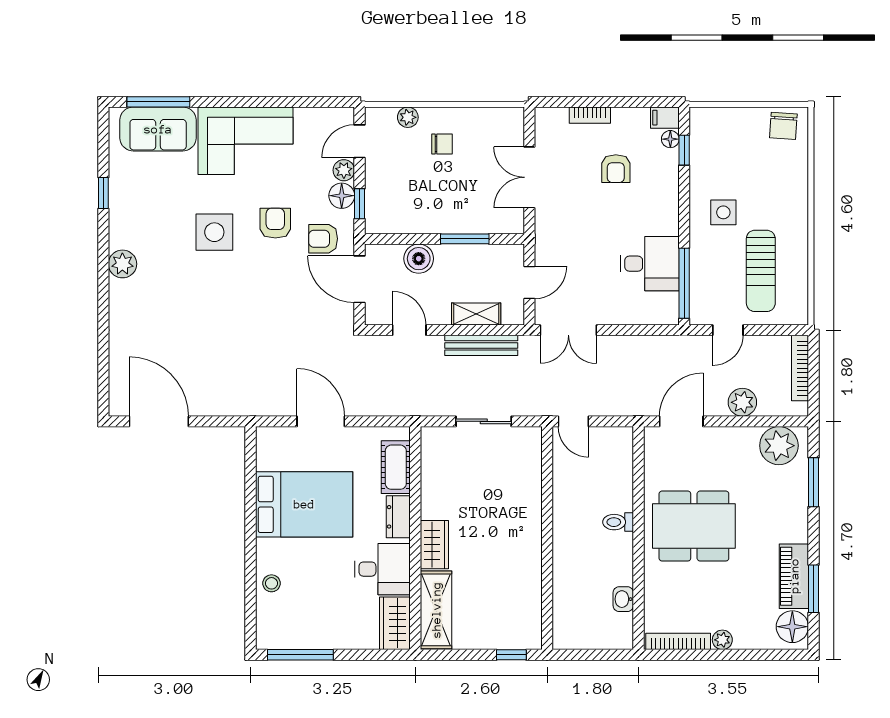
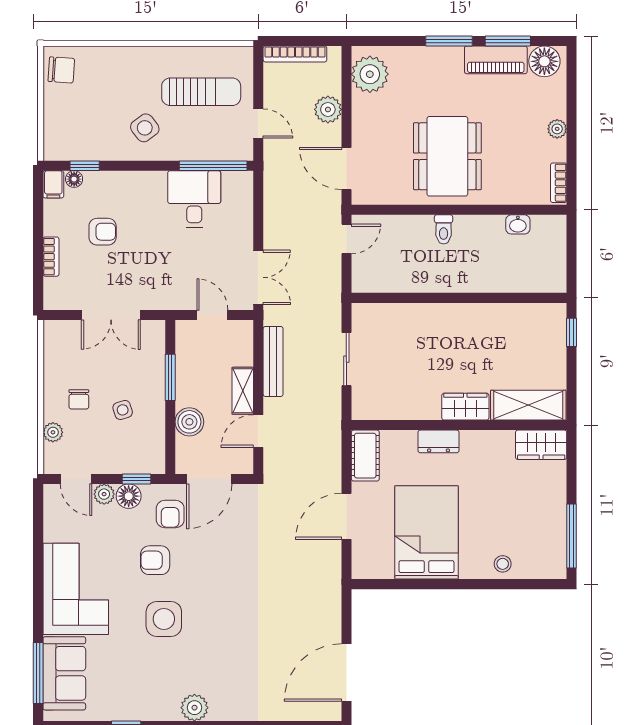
chair: (442, 144) -> (79, 399), turned 180
side table: (431, 189) -> (123, 410), added
side table: (723, 212) -> (145, 128), turned -37
shelving: (476, 314) -> (243, 391), moved
door: (573, 421) -> (346, 239), moved
cot: (396, 467) -> (365, 456), moved, turned 90
window: (813, 482) -> (449, 41), moved
desk: (382, 569) -> (489, 457), removed
bookcase: (678, 641) -> (559, 183), width x0.64

